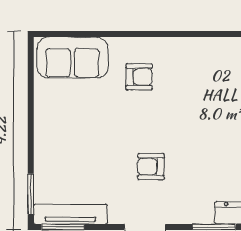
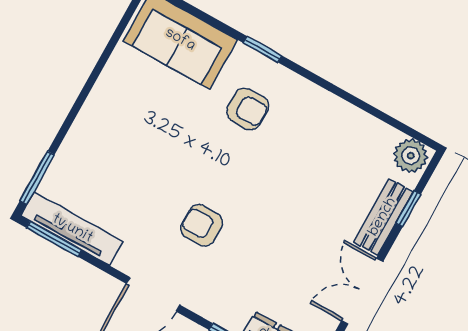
window: (128, 34) -> (263, 49), added

